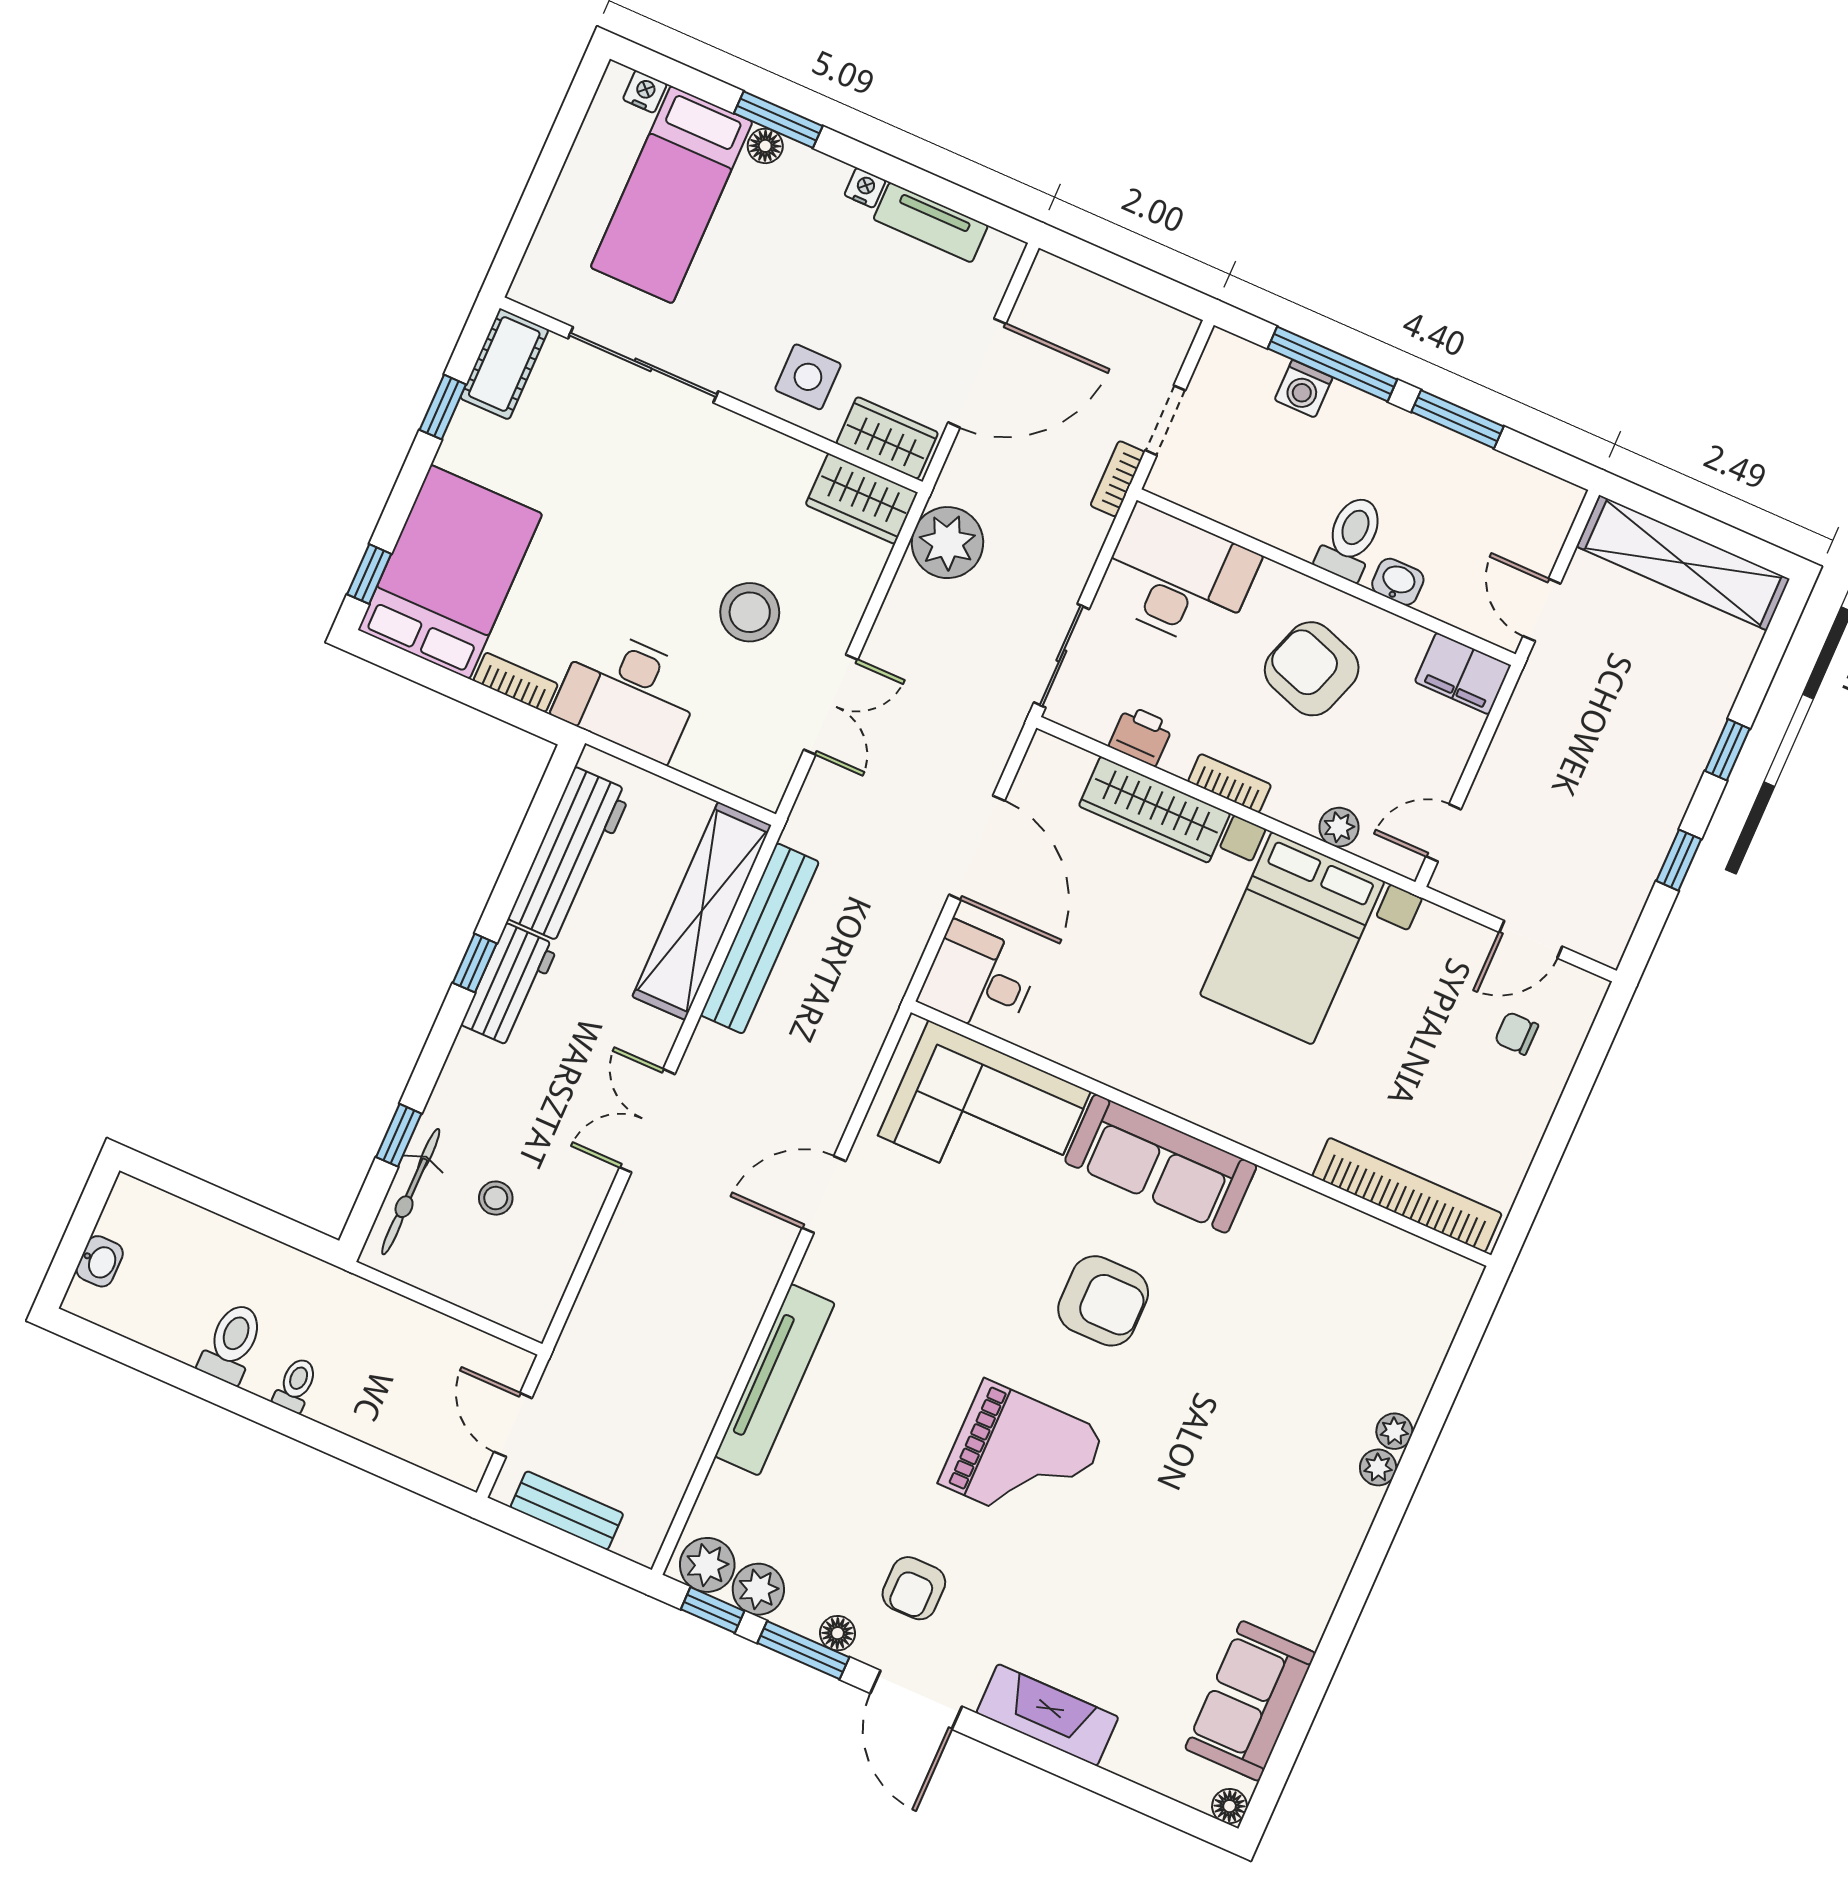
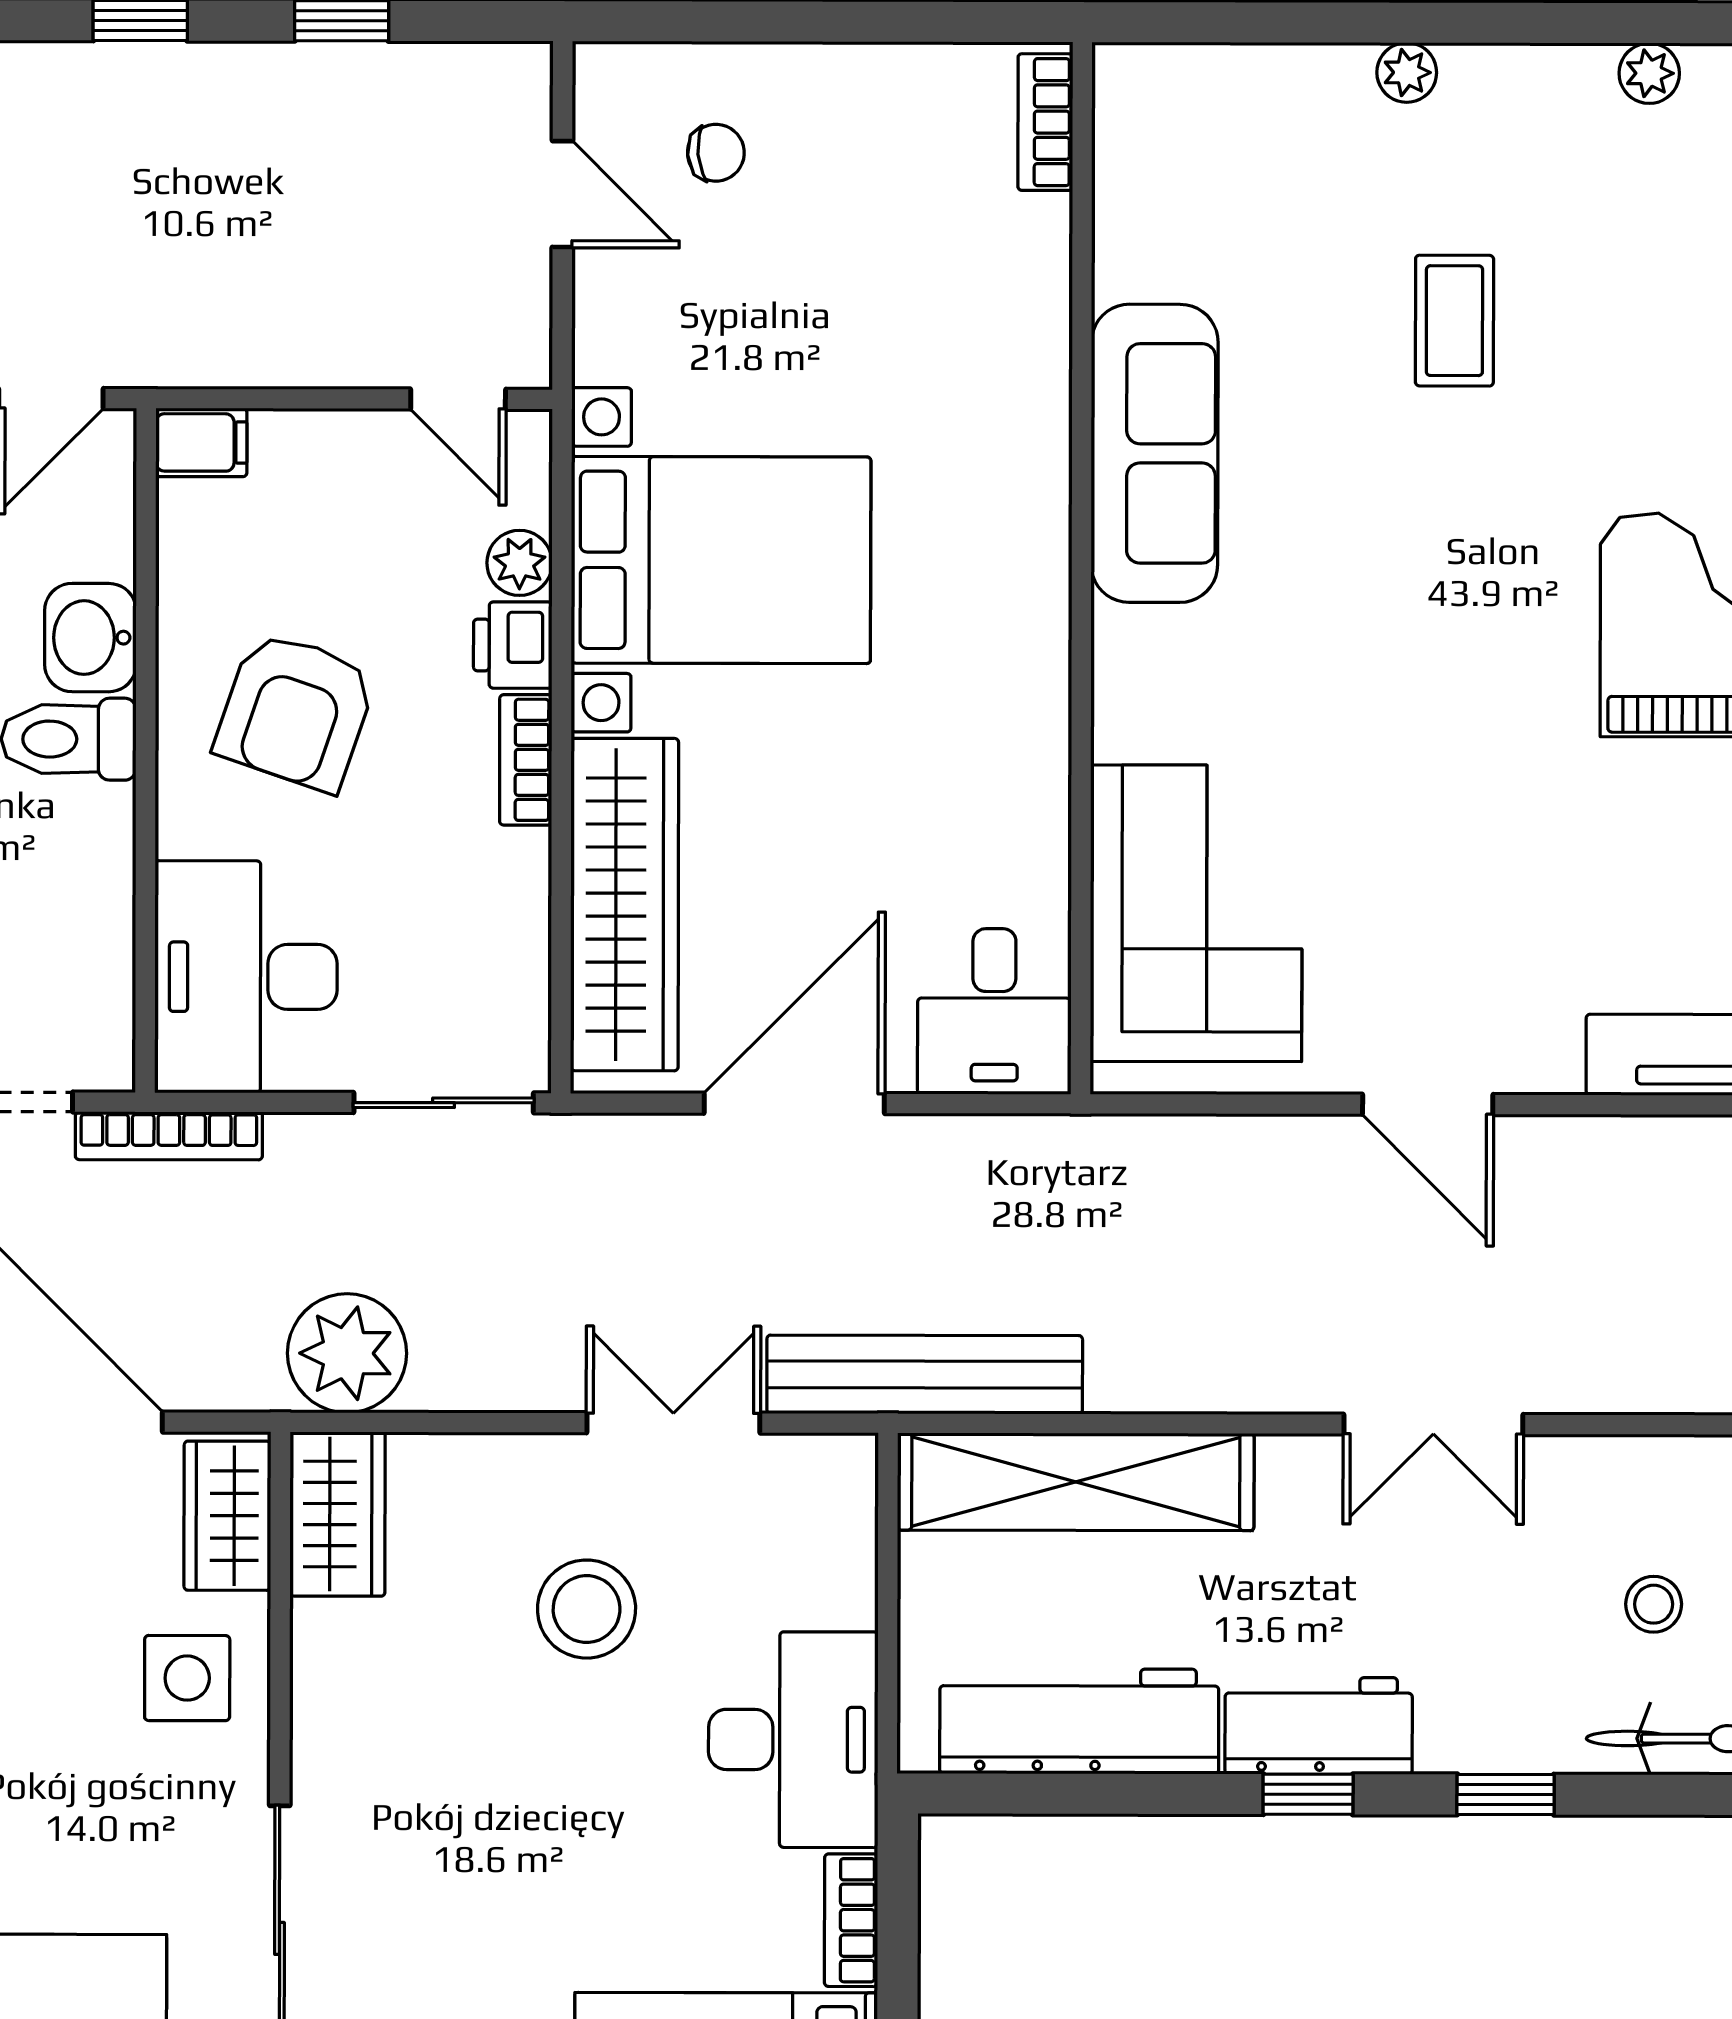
bookcase: (1118, 479) -> (169, 1136), width x1.56
washbasin: (1398, 582) -> (90, 638), width x1.38, depth x1.45
filing cabinet: (1463, 674) -> (201, 442), width x0.50
printer: (1141, 736) -> (513, 645), moved
wardrobe: (1154, 810) -> (625, 905), width x1.40, depth x1.17
bench: (760, 938) -> (925, 1375), moved
chair: (1516, 1033) -> (716, 153), turned -95
window: (399, 1135) -> (1506, 1795), moved
sofa: (1161, 1164) -> (1155, 453), moved
bookcase: (1407, 1195) -> (1045, 122), width x0.43, depth x0.76
armchair: (1103, 1301) -> (1403, 606), removed
coffee table: (1247, 1398) -> (1454, 321), added
plant: (1378, 1467) -> (1649, 73), moved

